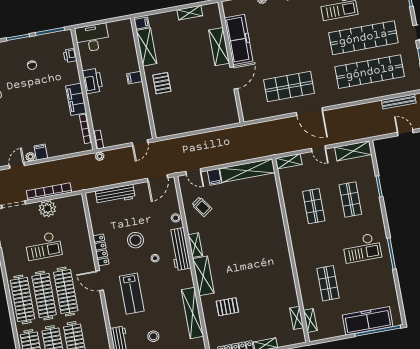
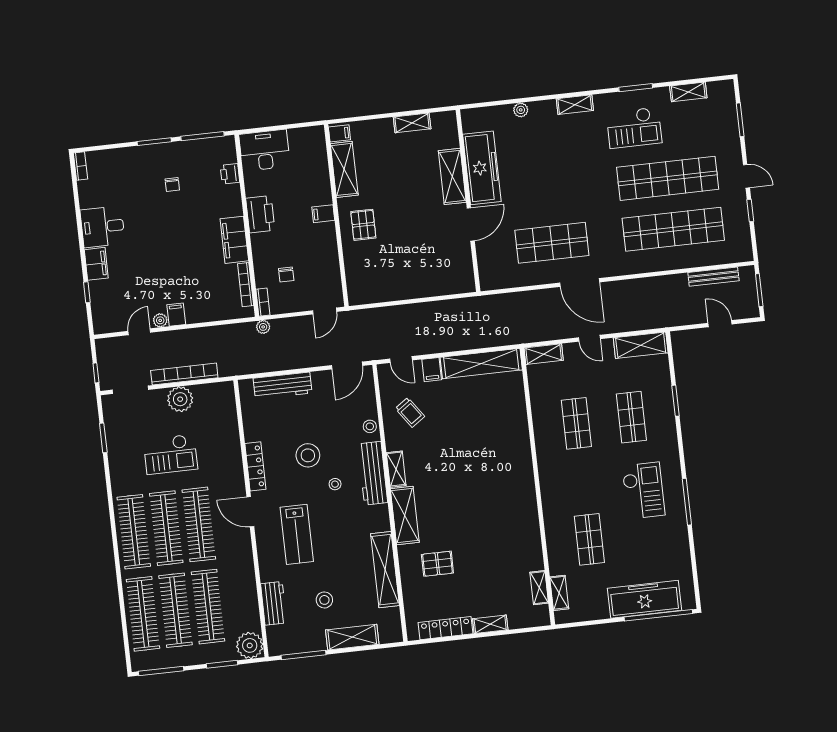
chair: (112, 120) -> (286, 274), added
checkout: (362, 248) -> (643, 490), turned -90

